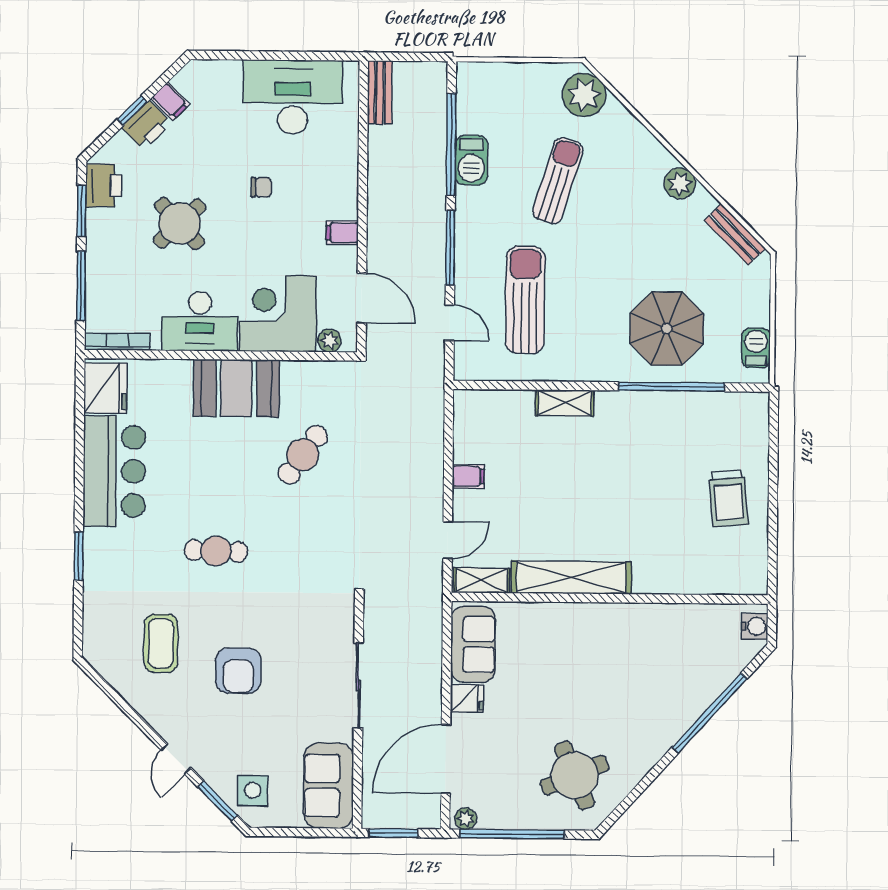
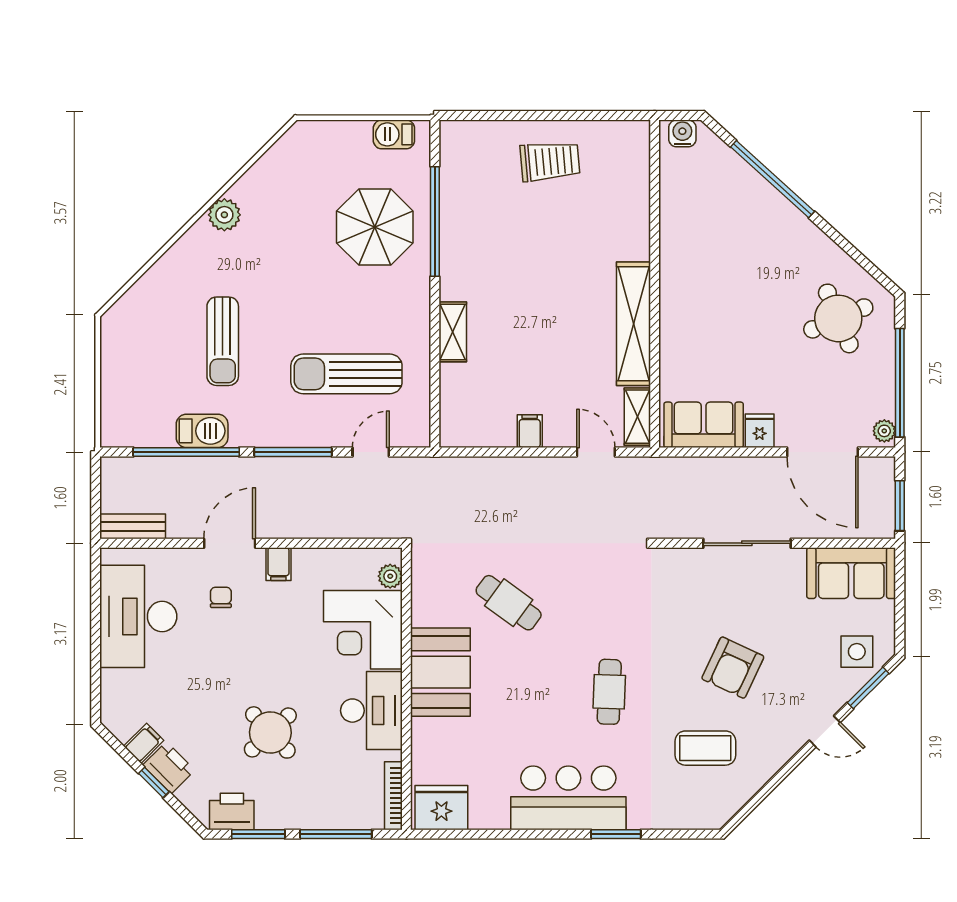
plant: (584, 95) -> (134, 315), removed
sun lounger: (558, 181) -> (223, 341), turned -107
chair: (261, 187) -> (221, 597), moved
bench: (735, 234) -> (277, 157), removed
door: (362, 298) -> (230, 543), moved
bar counter: (114, 471) -> (568, 798), moved
armchair: (238, 671) -> (733, 668), turned 115

